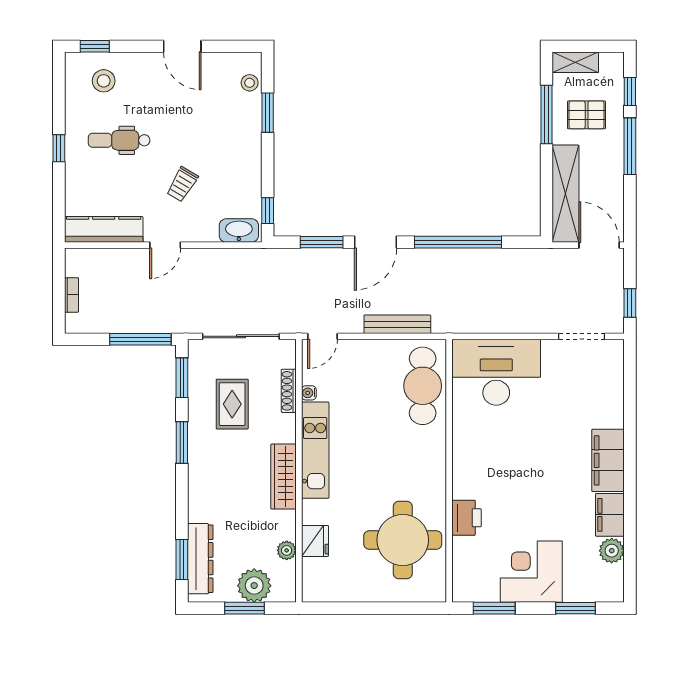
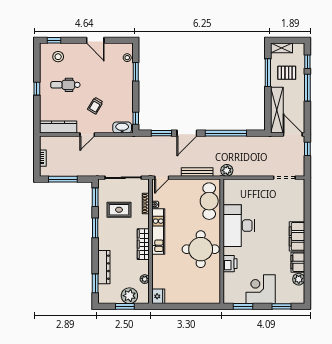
window: (630, 303) -> (307, 149), moved
plant: (460, 321) -> (227, 170), added
window: (140, 339) -> (63, 179), moved
desk: (496, 372) -> (239, 226), moved, turned -90
rug: (232, 404) -> (119, 210), turned 90
round table: (403, 540) -> (201, 249), moved
fridge: (315, 541) -> (158, 296), moved
dresser: (200, 559) -> (104, 267), moved

